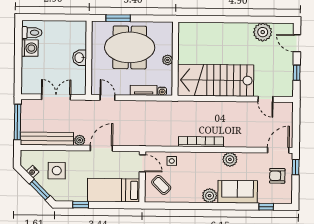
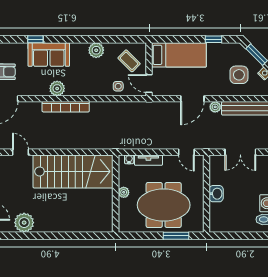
bookcase: (201, 142) -> (66, 107), moved
plant: (210, 196) -> (96, 50), moved
window: (266, 207) -> (35, 39), moved

